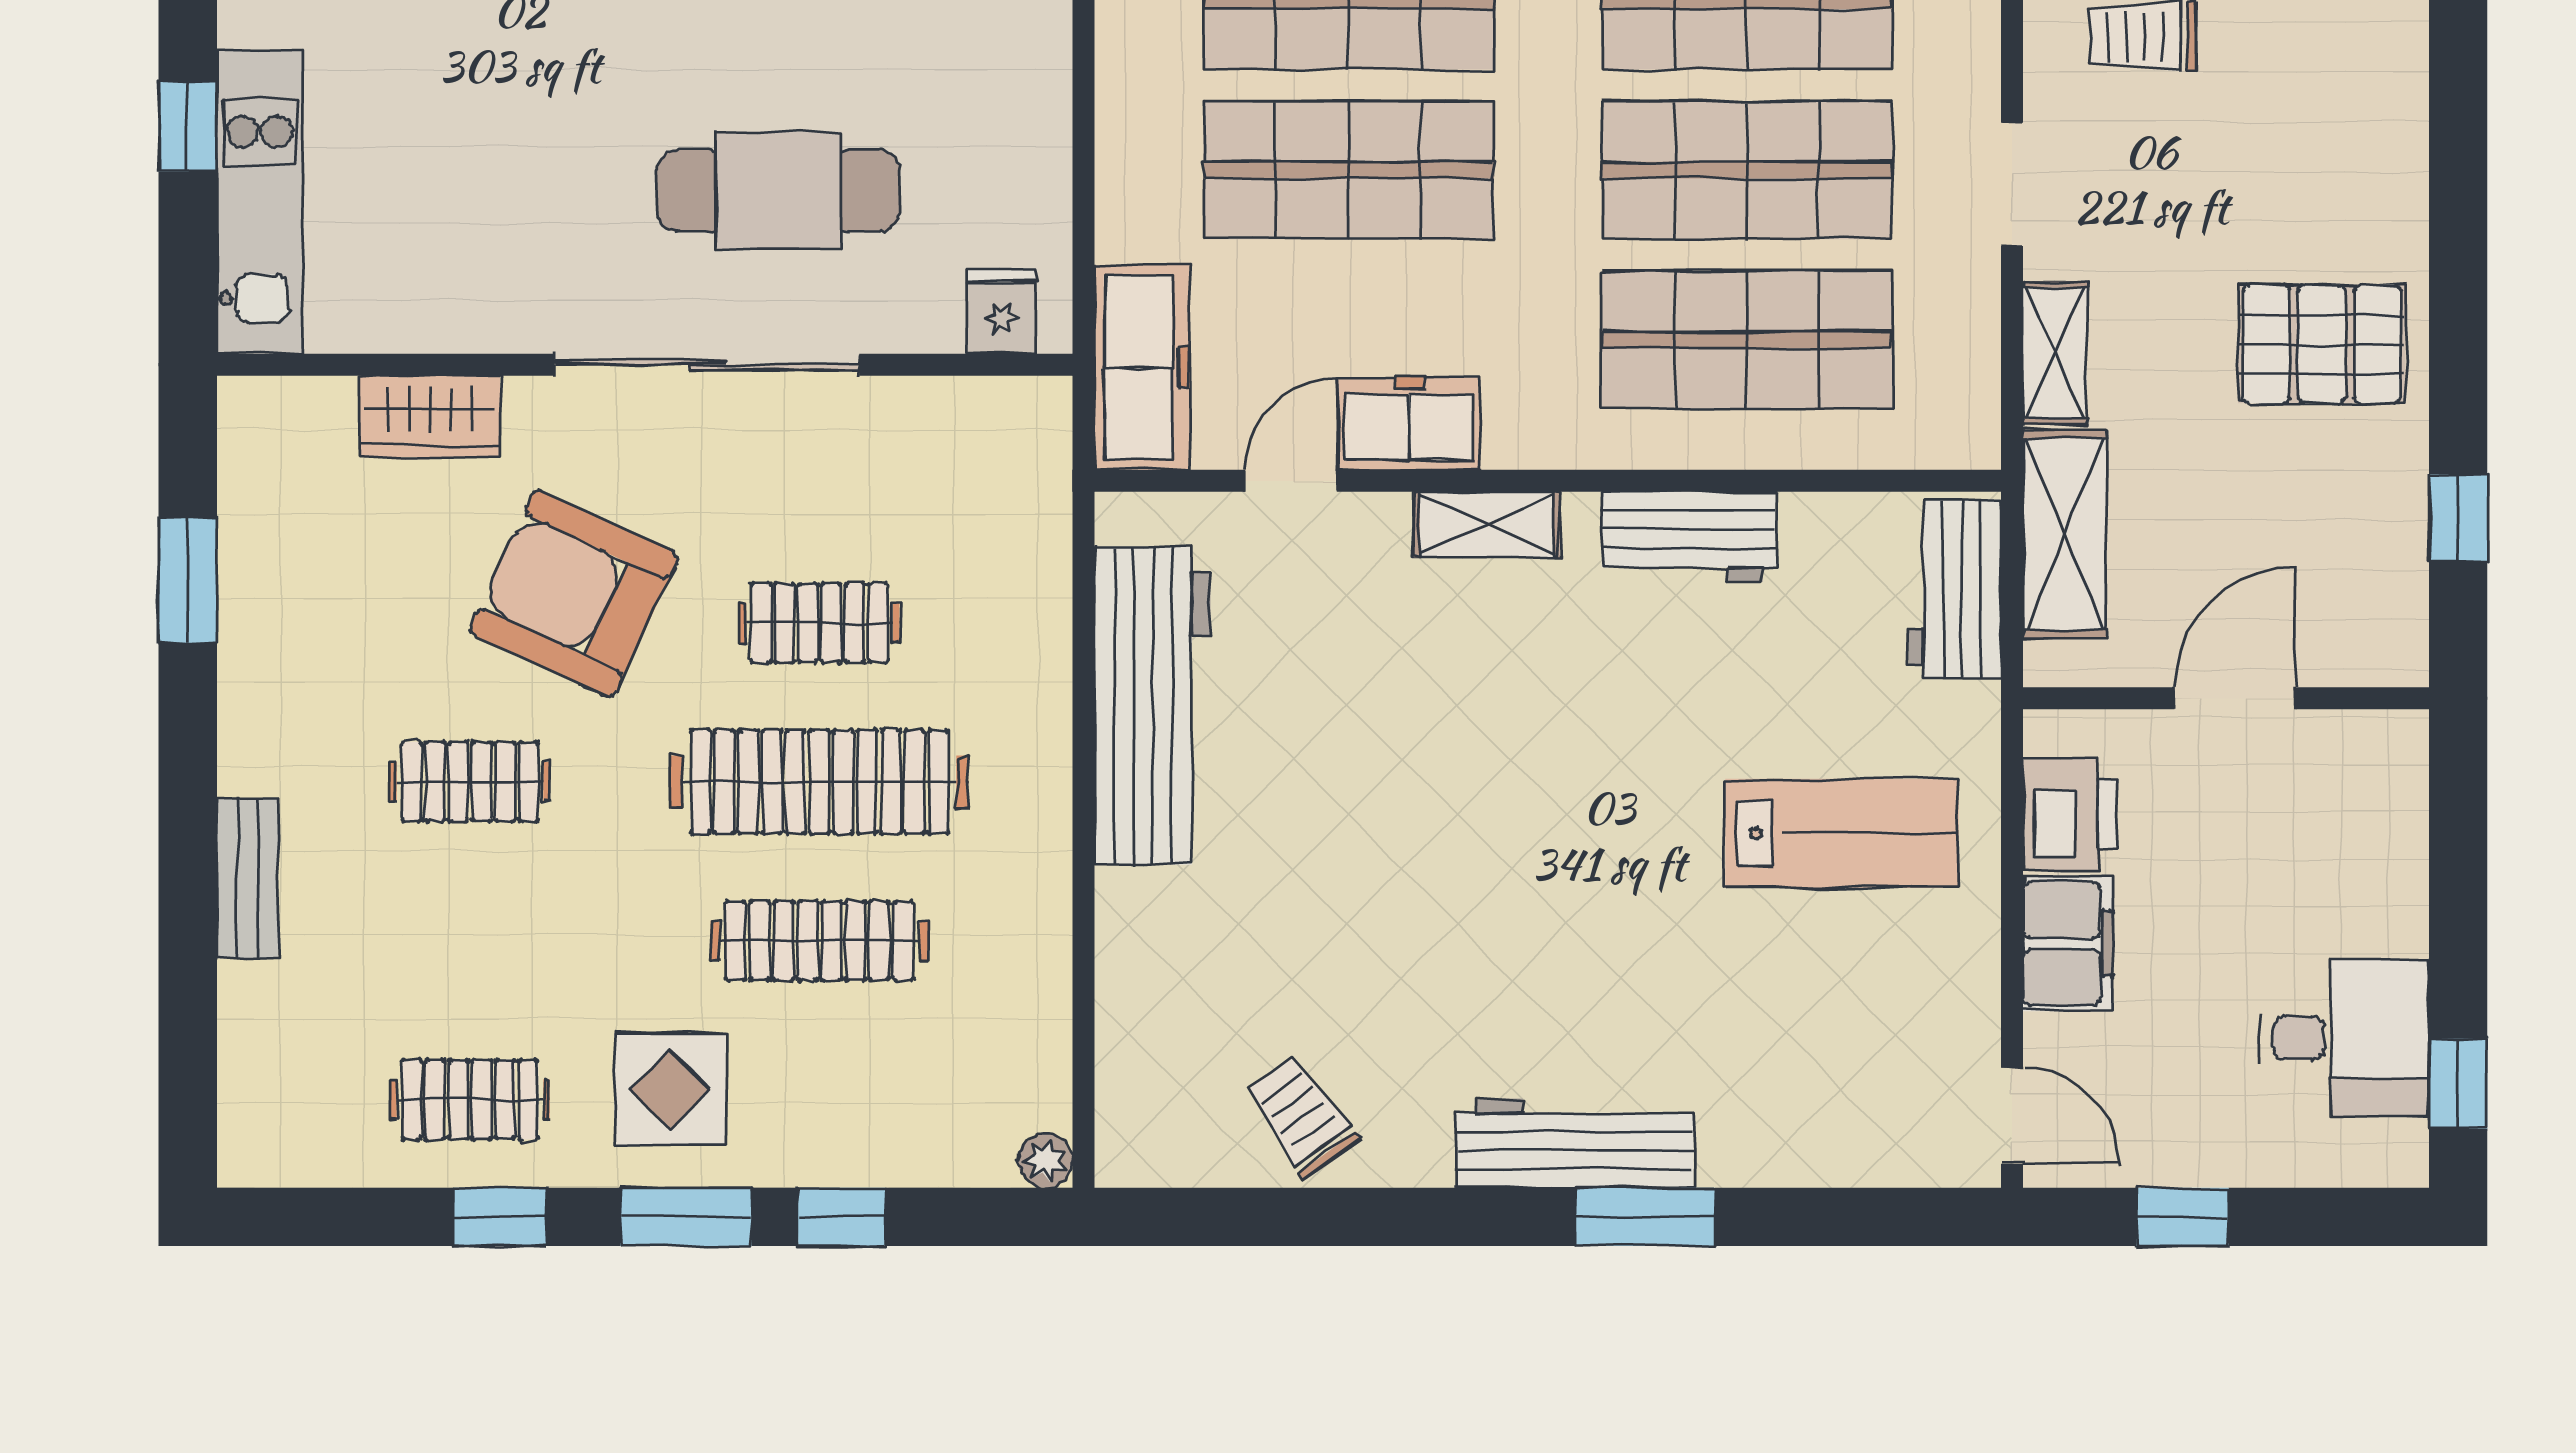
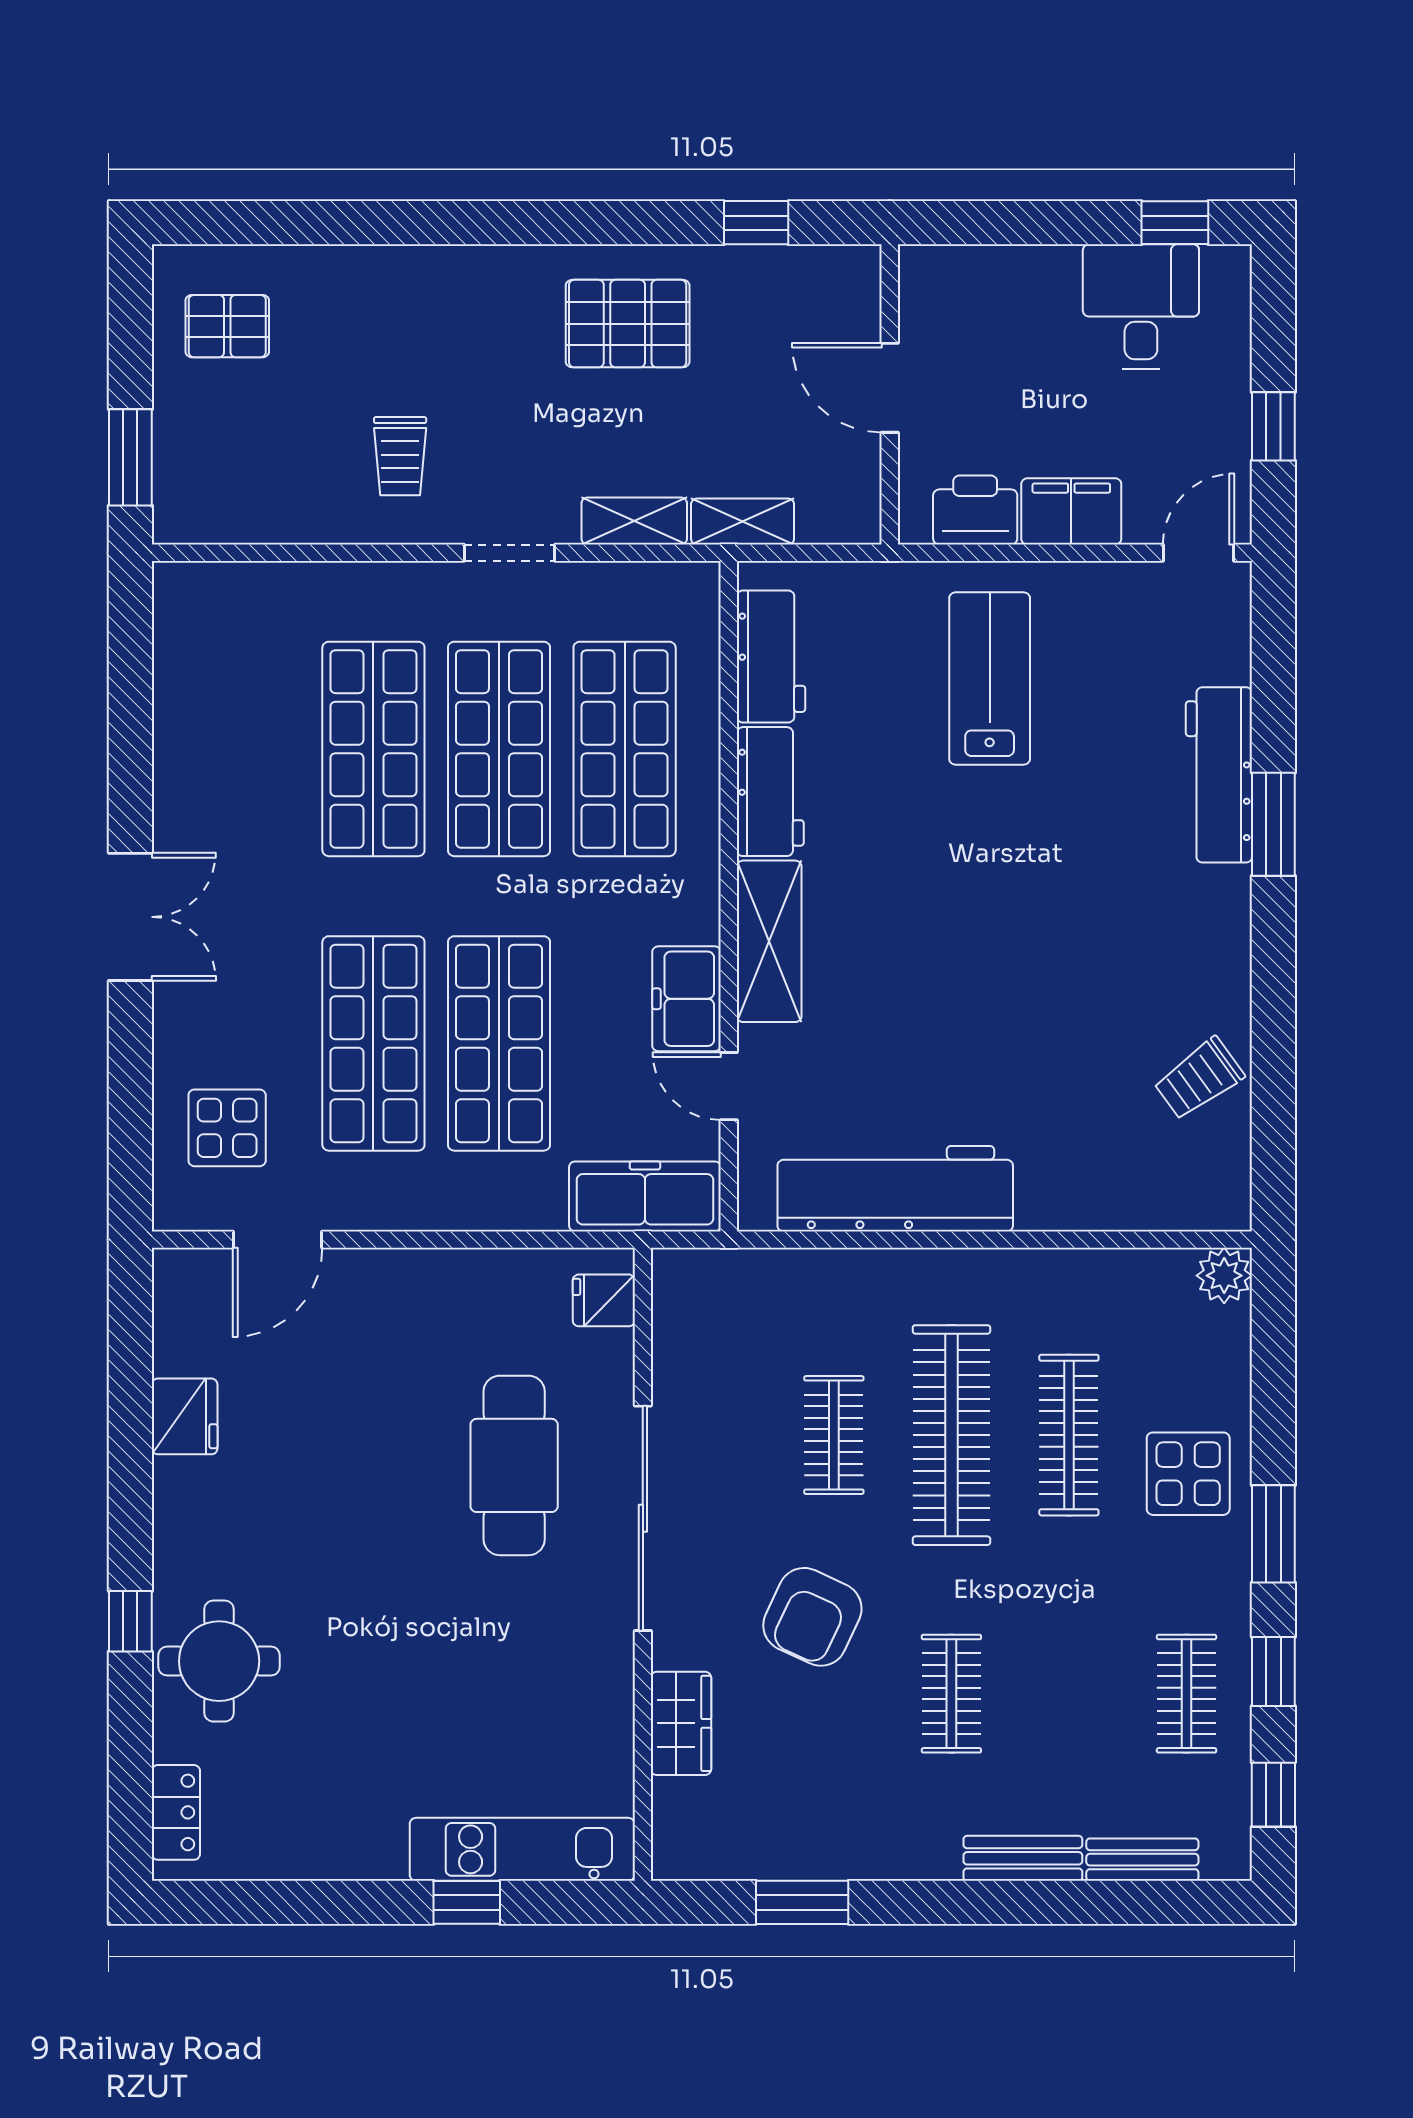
pallet: (2322, 344) -> (628, 324), turned 90
shelving: (1487, 524) -> (769, 941), width x1.50, depth x1.33
shelving: (2065, 534) -> (743, 522), width x0.67, depth x0.75
workbench: (1955, 589) -> (771, 656), moved, turned -90
armchair: (574, 594) -> (812, 1617), width x0.73, depth x0.73
bench: (246, 1040) -> (1142, 1860), added
display table: (670, 1089) -> (1188, 1474), moved
workbench: (1575, 1143) -> (1219, 775), moved
plant: (1045, 1161) -> (1224, 1276), width x1.38, depth x1.38
window: (842, 1217) -> (1273, 1795), moved

